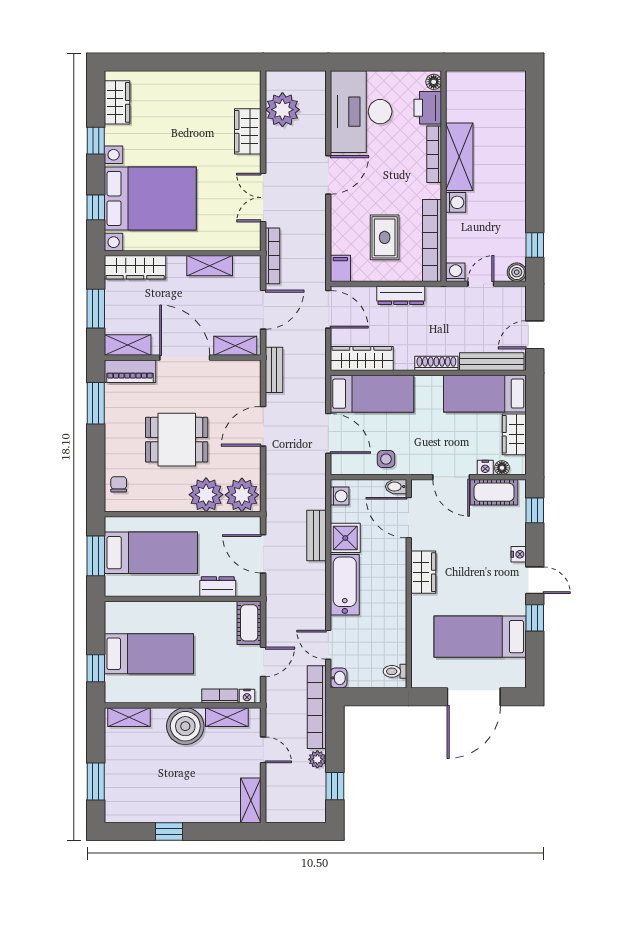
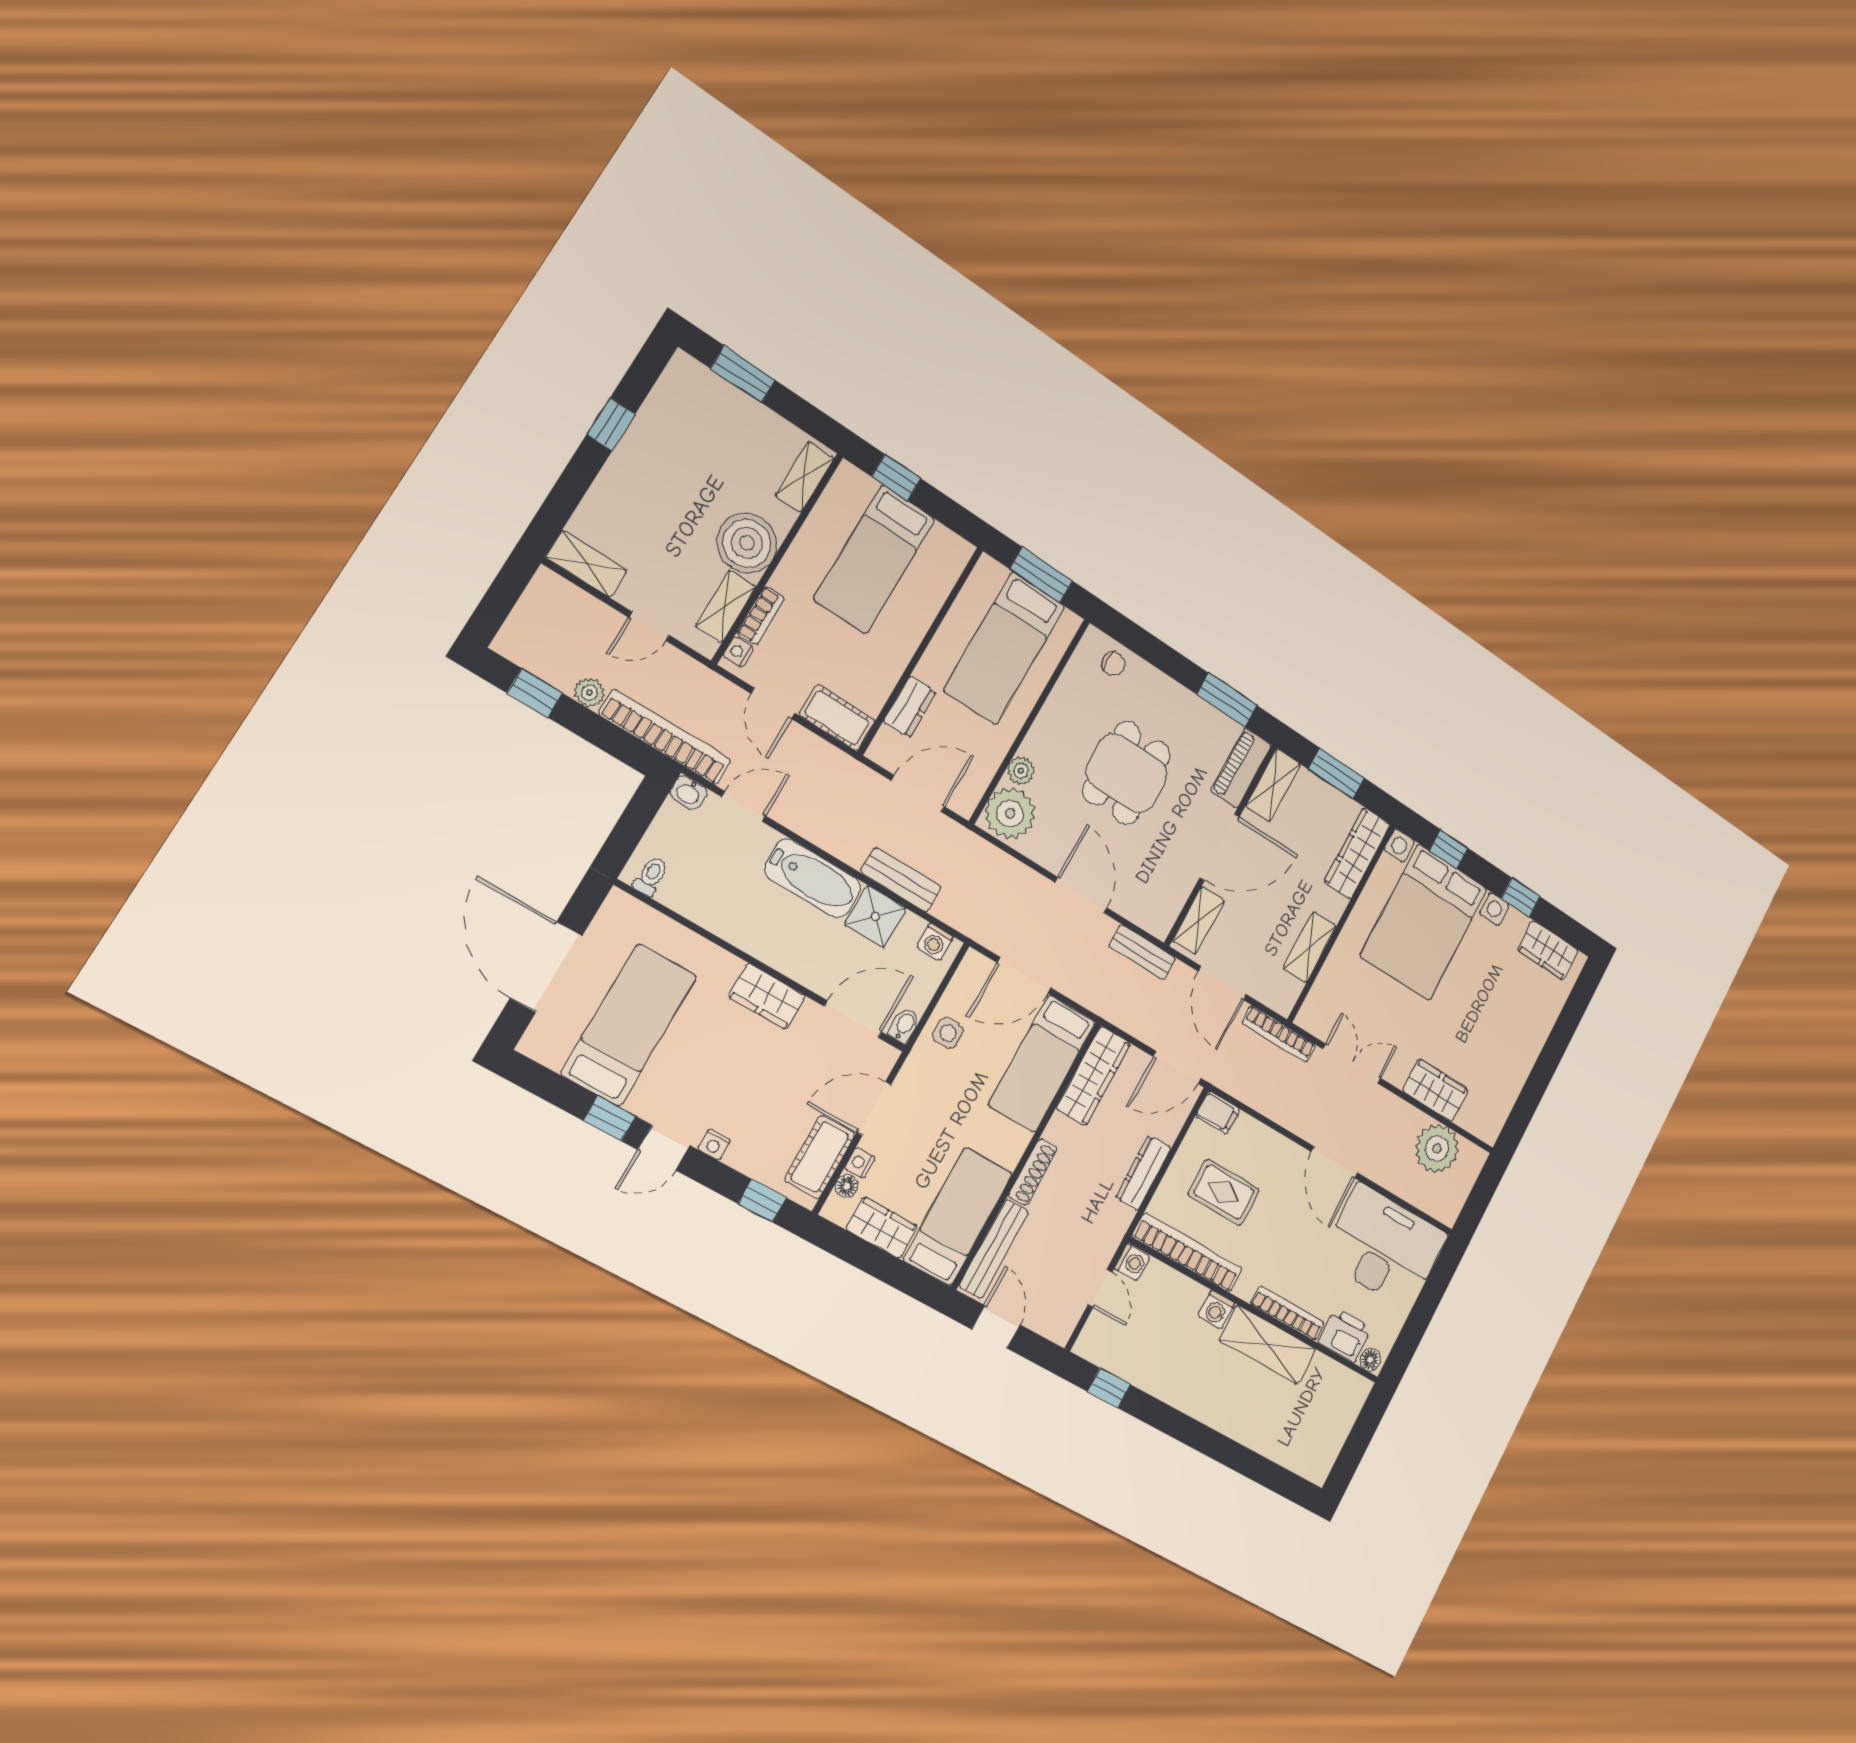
boiler: (517, 272) -> (1088, 1345), removed
plant: (206, 495) -> (1021, 771), width x0.53, depth x0.53

